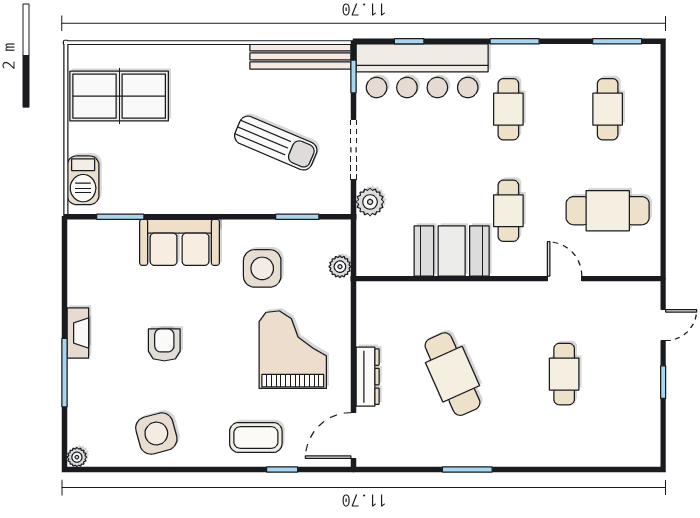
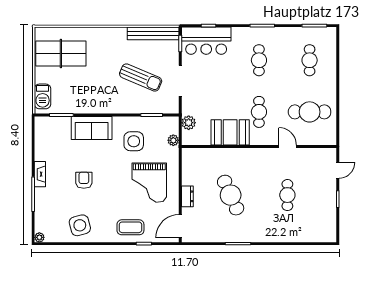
bar counter: (422, 71) -> (206, 41), width x0.73
plant: (370, 202) -> (189, 123), moved
grand piano: (293, 350) -> (149, 183), turned 180
dresser: (368, 377) -> (187, 196), width x0.70

